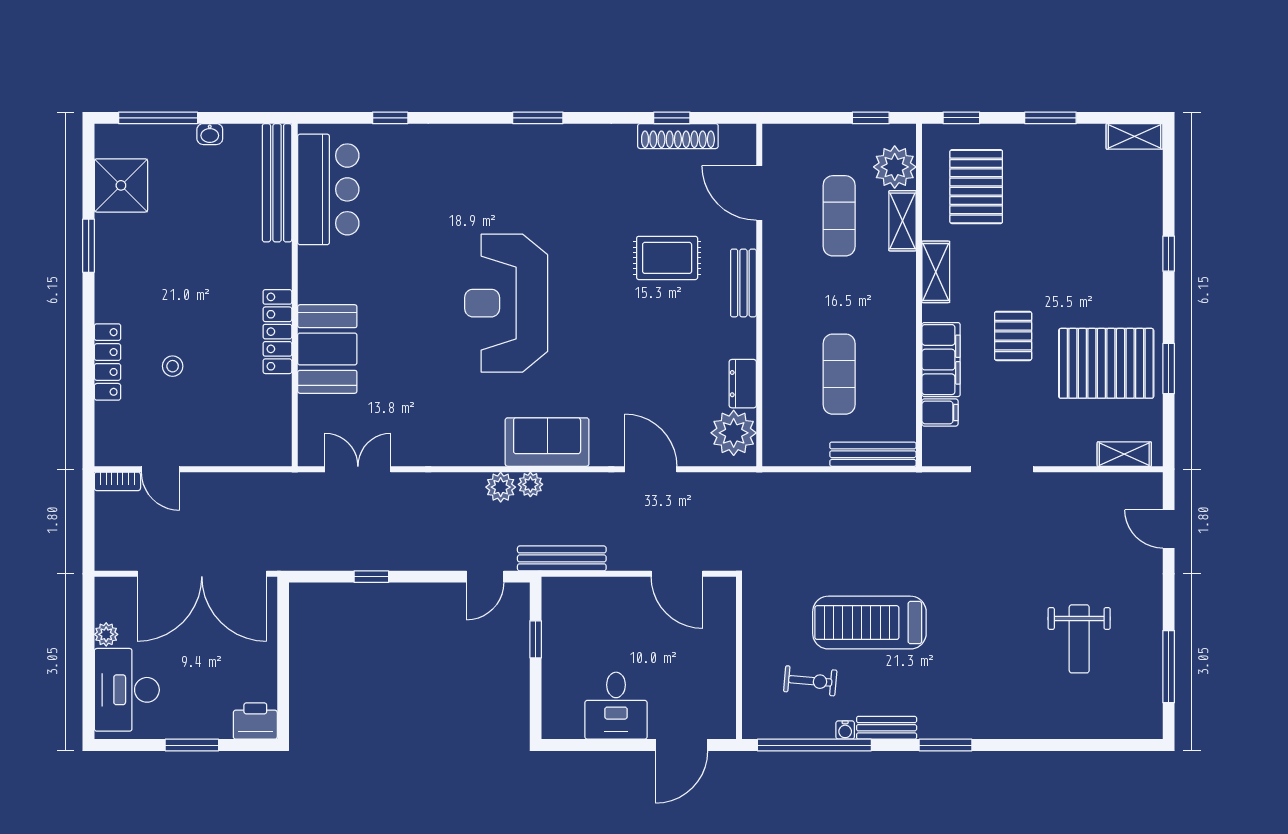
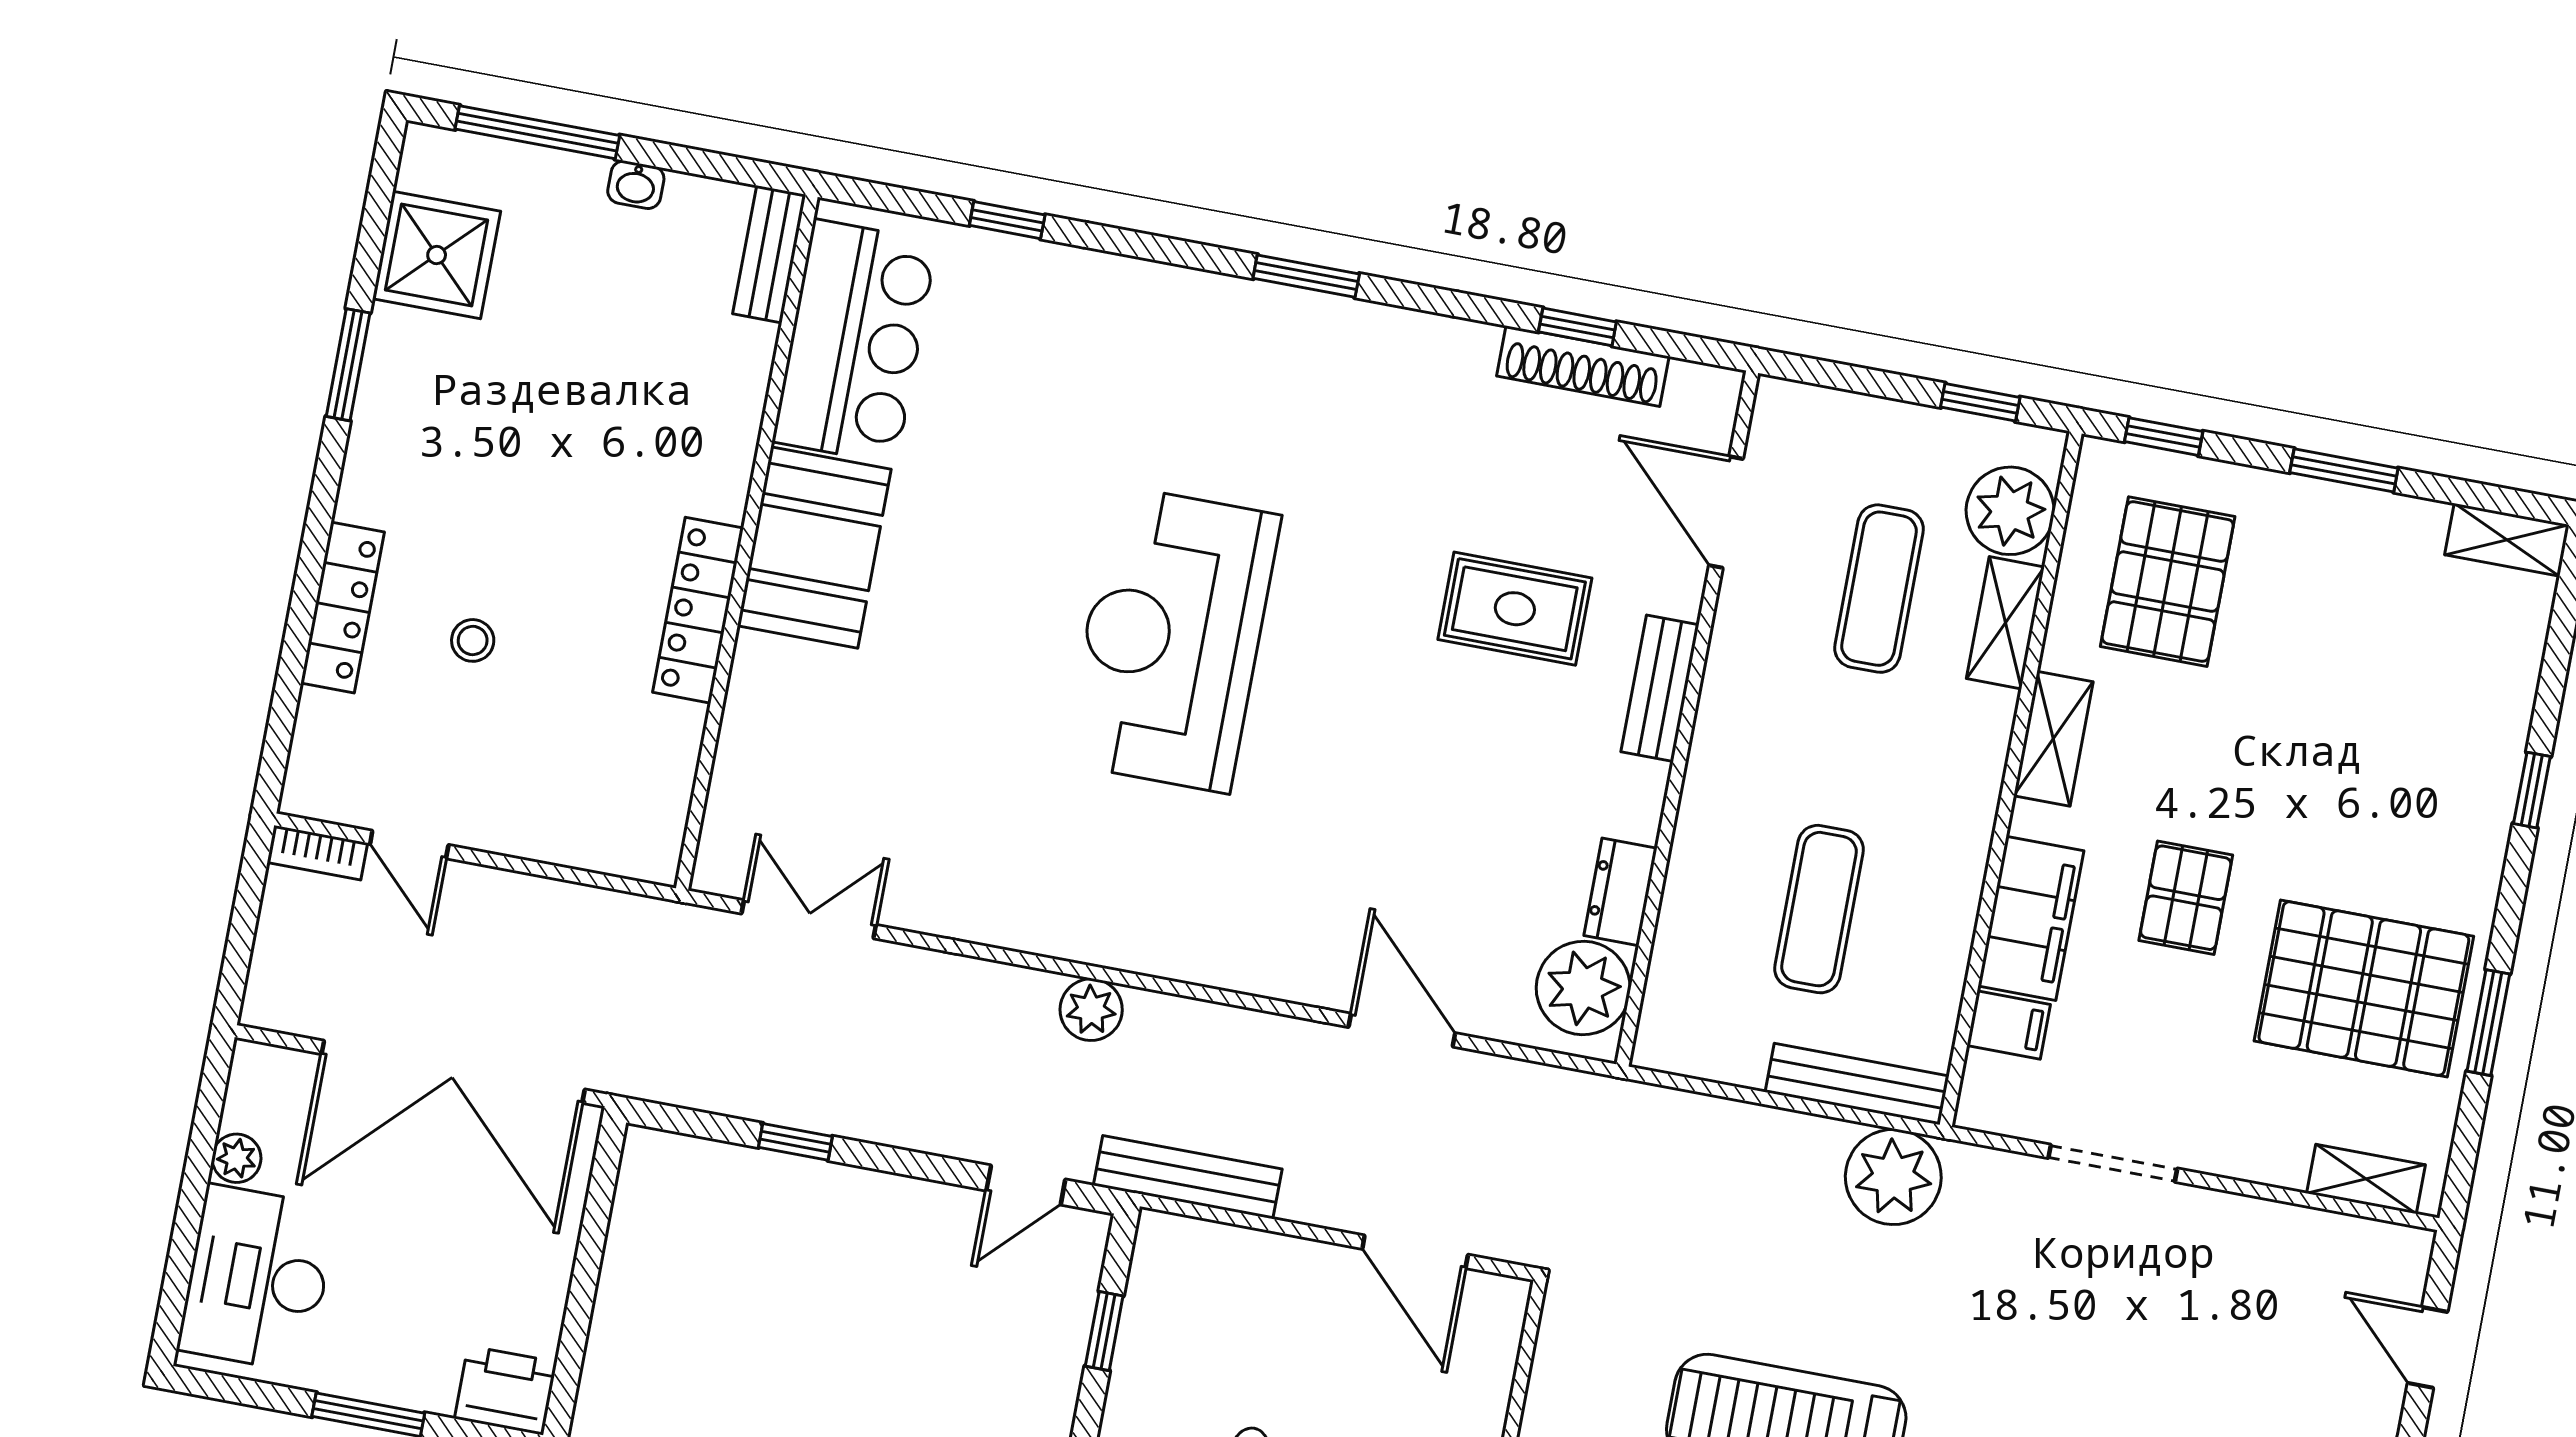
bench: (277, 183) -> (769, 254), width x0.54, depth x0.82
booth: (327, 349) -> (814, 547), moved
sofa: (547, 442) -> (1202, 936), removed
plant: (530, 484) -> (1893, 1177), moved, width x1.88, depth x1.88

